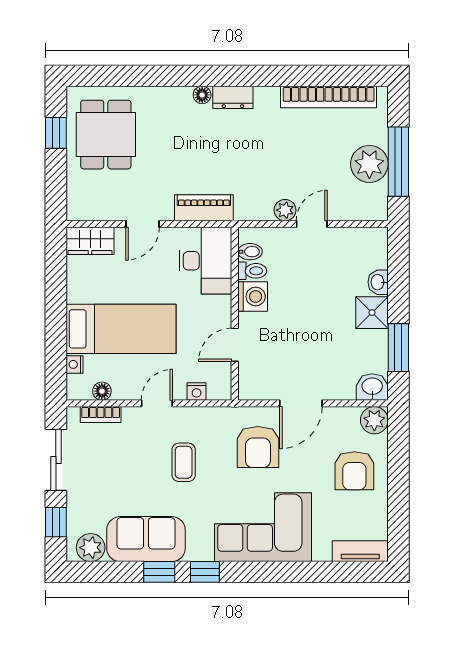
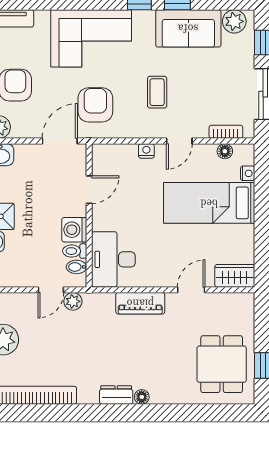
bidet: (250, 252) -> (76, 267), moved
desk: (205, 261) -> (113, 259), moved
toilet: (252, 271) -> (75, 251), moved
washing machine: (253, 297) -> (74, 230), moved
wall: (235, 314) -> (89, 215), moved
door: (235, 345) -> (89, 190), moved

